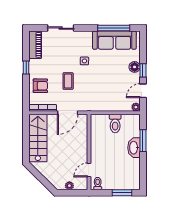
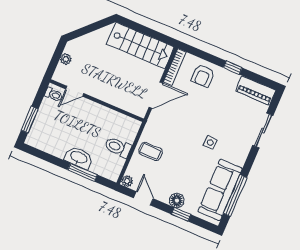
window: (143, 70) -> (181, 214), moved
coffee table: (68, 81) -> (151, 151), moved
door: (68, 113) -> (156, 95), swing flipped
door: (89, 170) -> (75, 91), swing flipped

